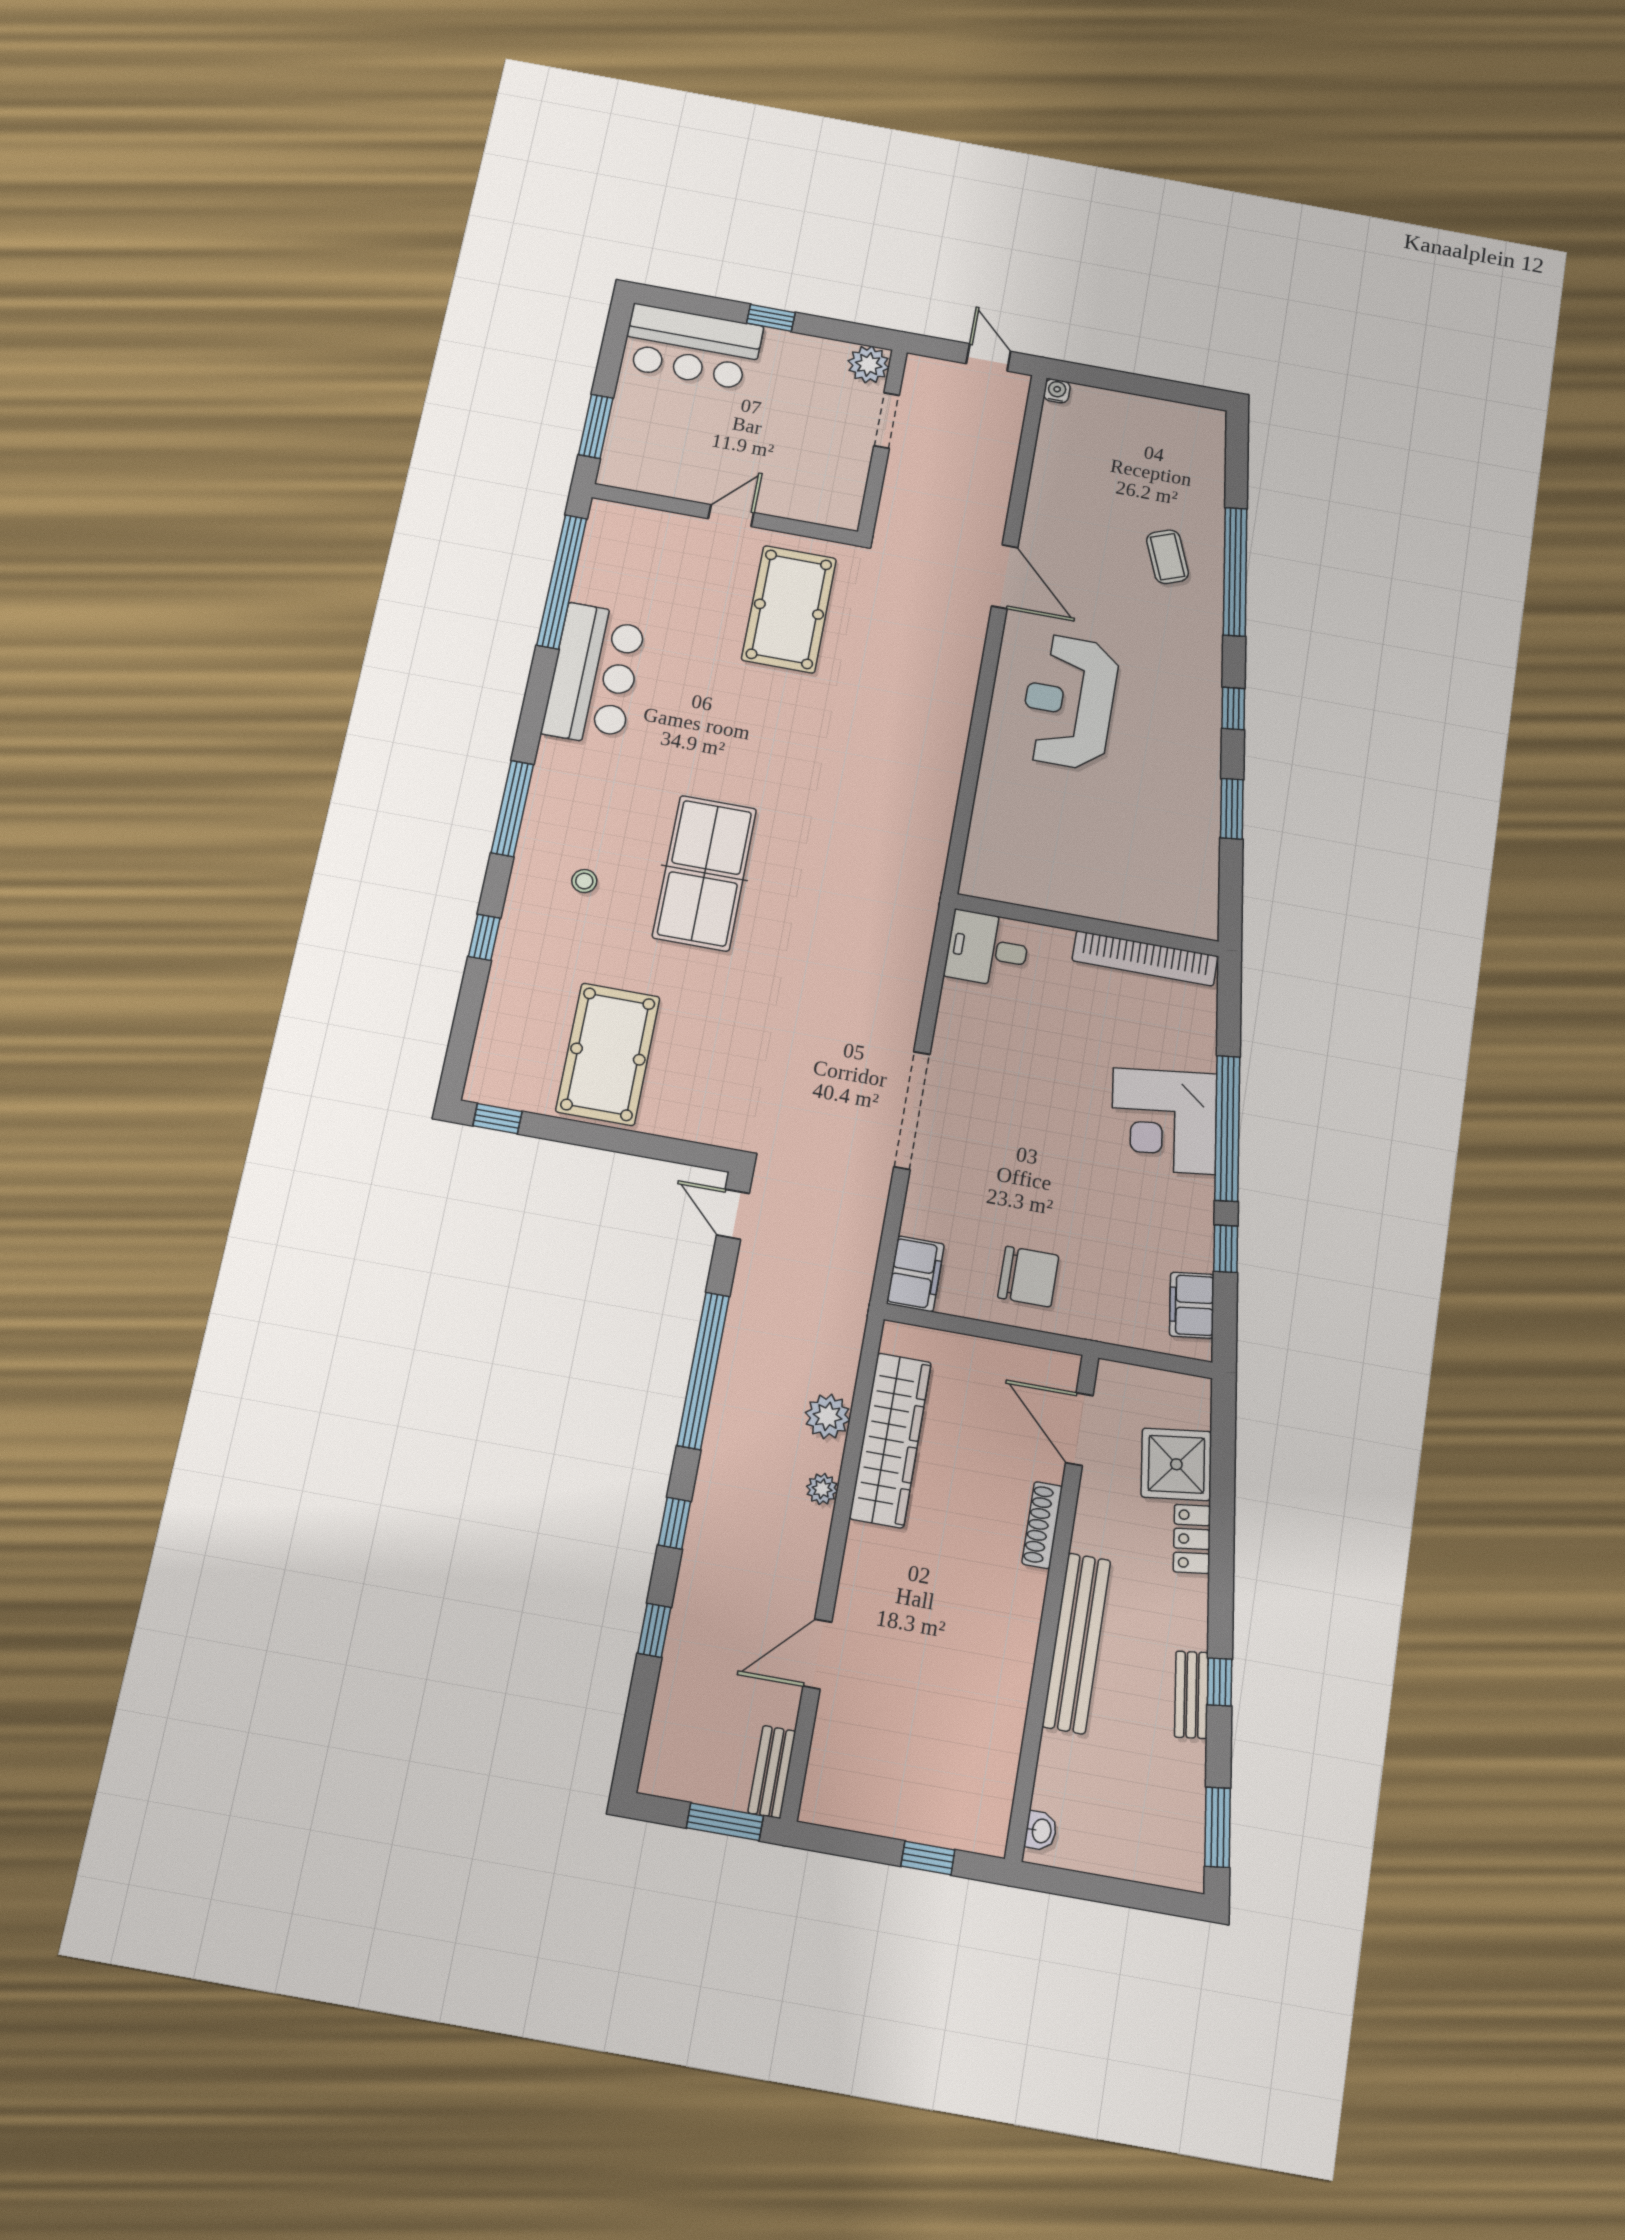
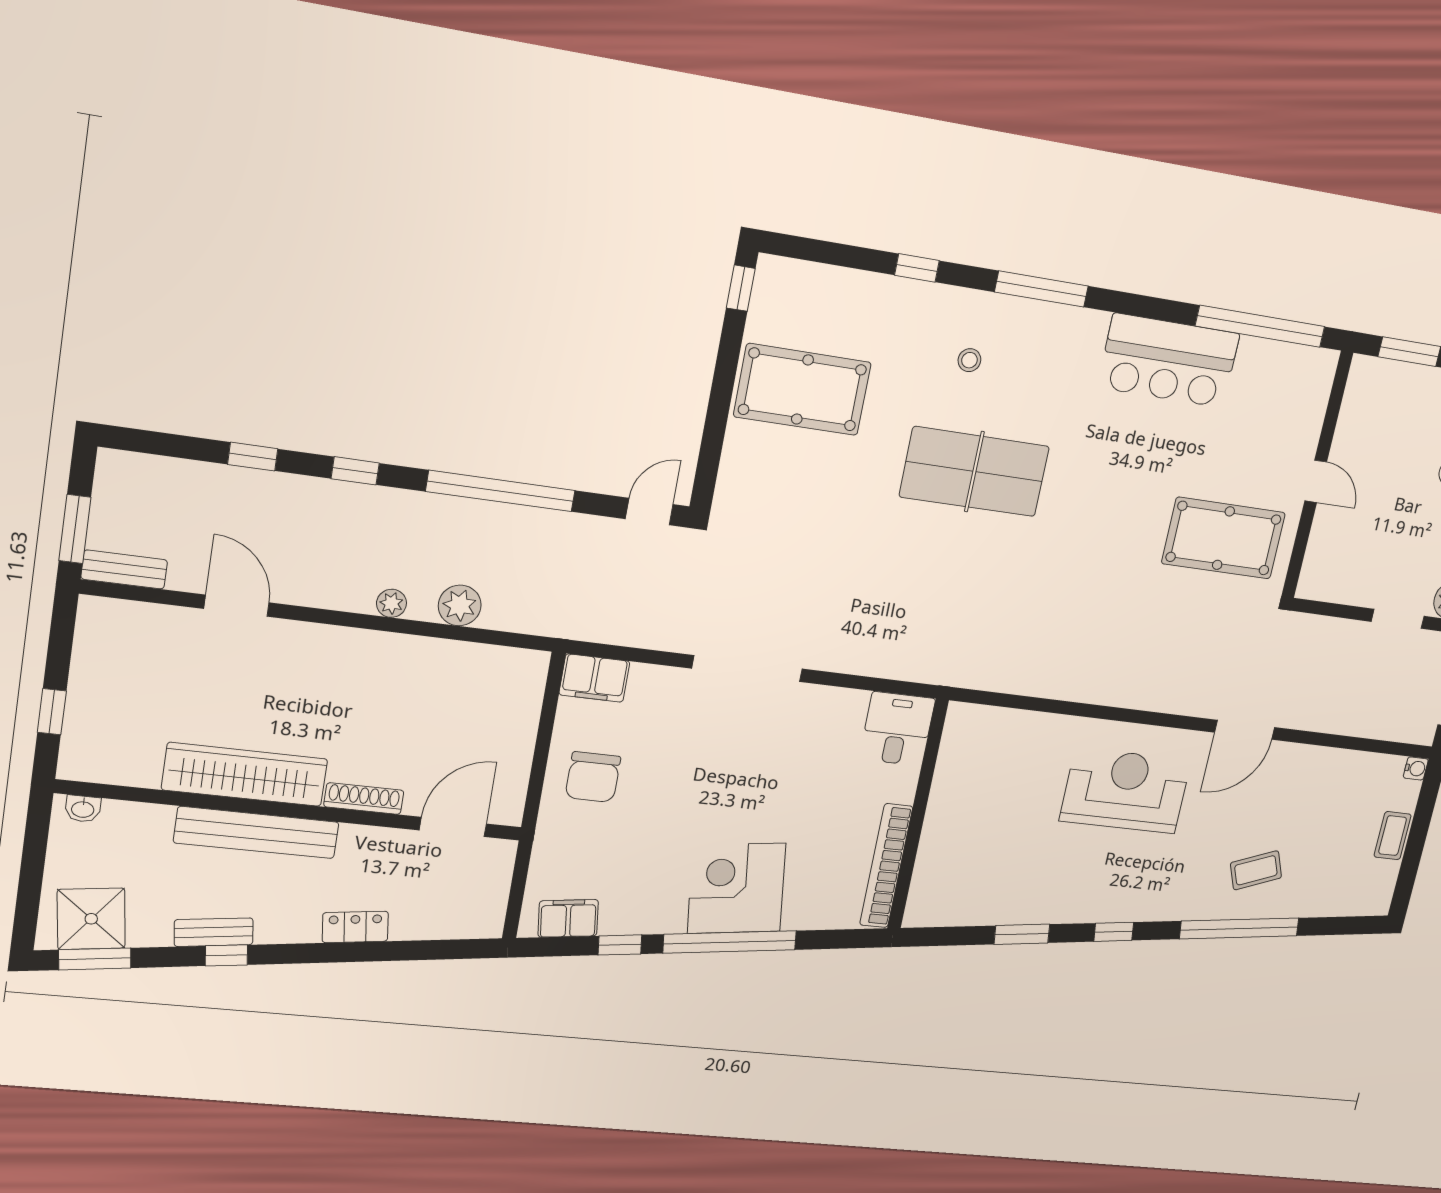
coffee table: (1133, 411) -> (1393, 836), added
wardrobe: (890, 1440) -> (245, 774), moved, turned 180
shower: (1176, 1464) -> (91, 919), moved

